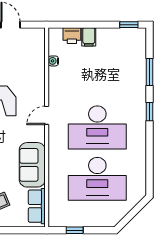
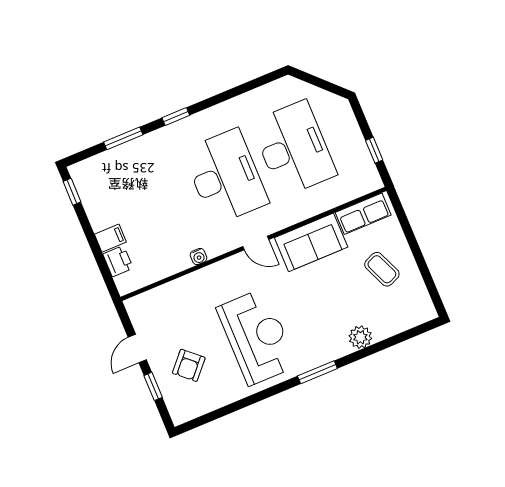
water cooler: (53, 61) -> (199, 256), moved
door: (47, 115) -> (256, 243), moved

